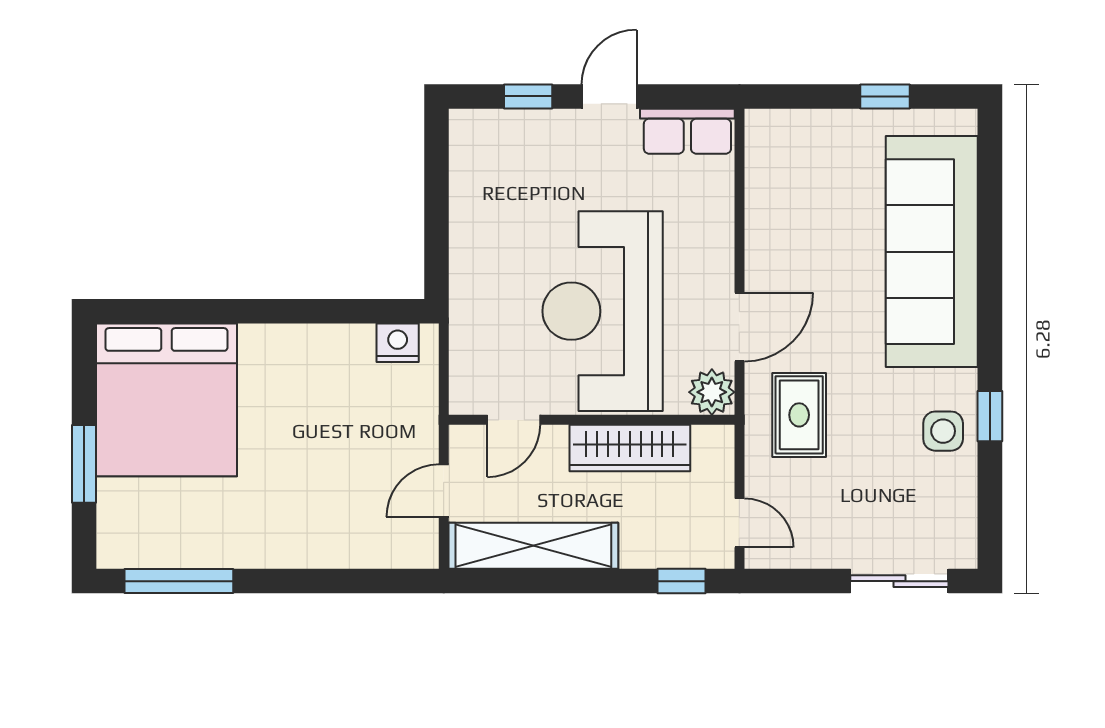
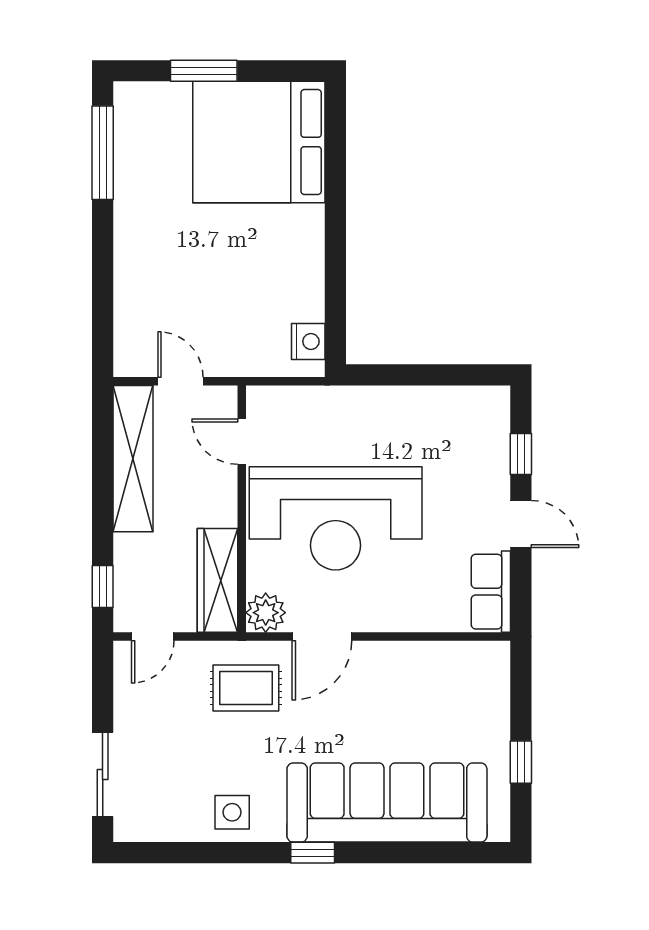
reception desk: (603, 311) -> (336, 518), turned 180
door: (739, 327) -> (322, 637), hinge flipped
window: (990, 416) -> (313, 853), moved
wardrobe: (630, 448) -> (217, 580), moved

